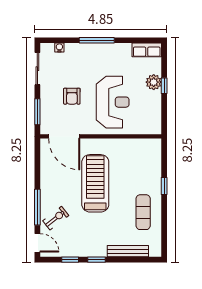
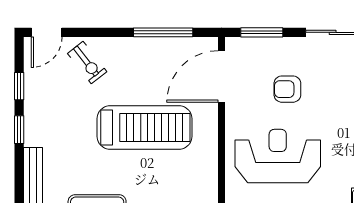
reception desk: (113, 102) -> (278, 156), turned 180
window: (37, 207) -> (163, 32), moved

